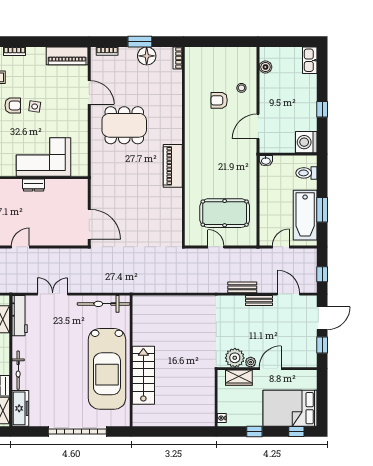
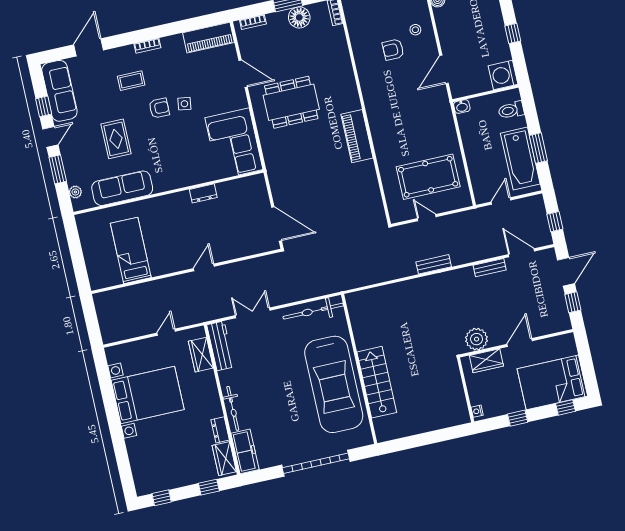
corner sofa: (43, 157) -> (234, 144), moved, turned -90
bench: (242, 287) -> (434, 264), moved
plant: (251, 362) -> (496, 340), removed

